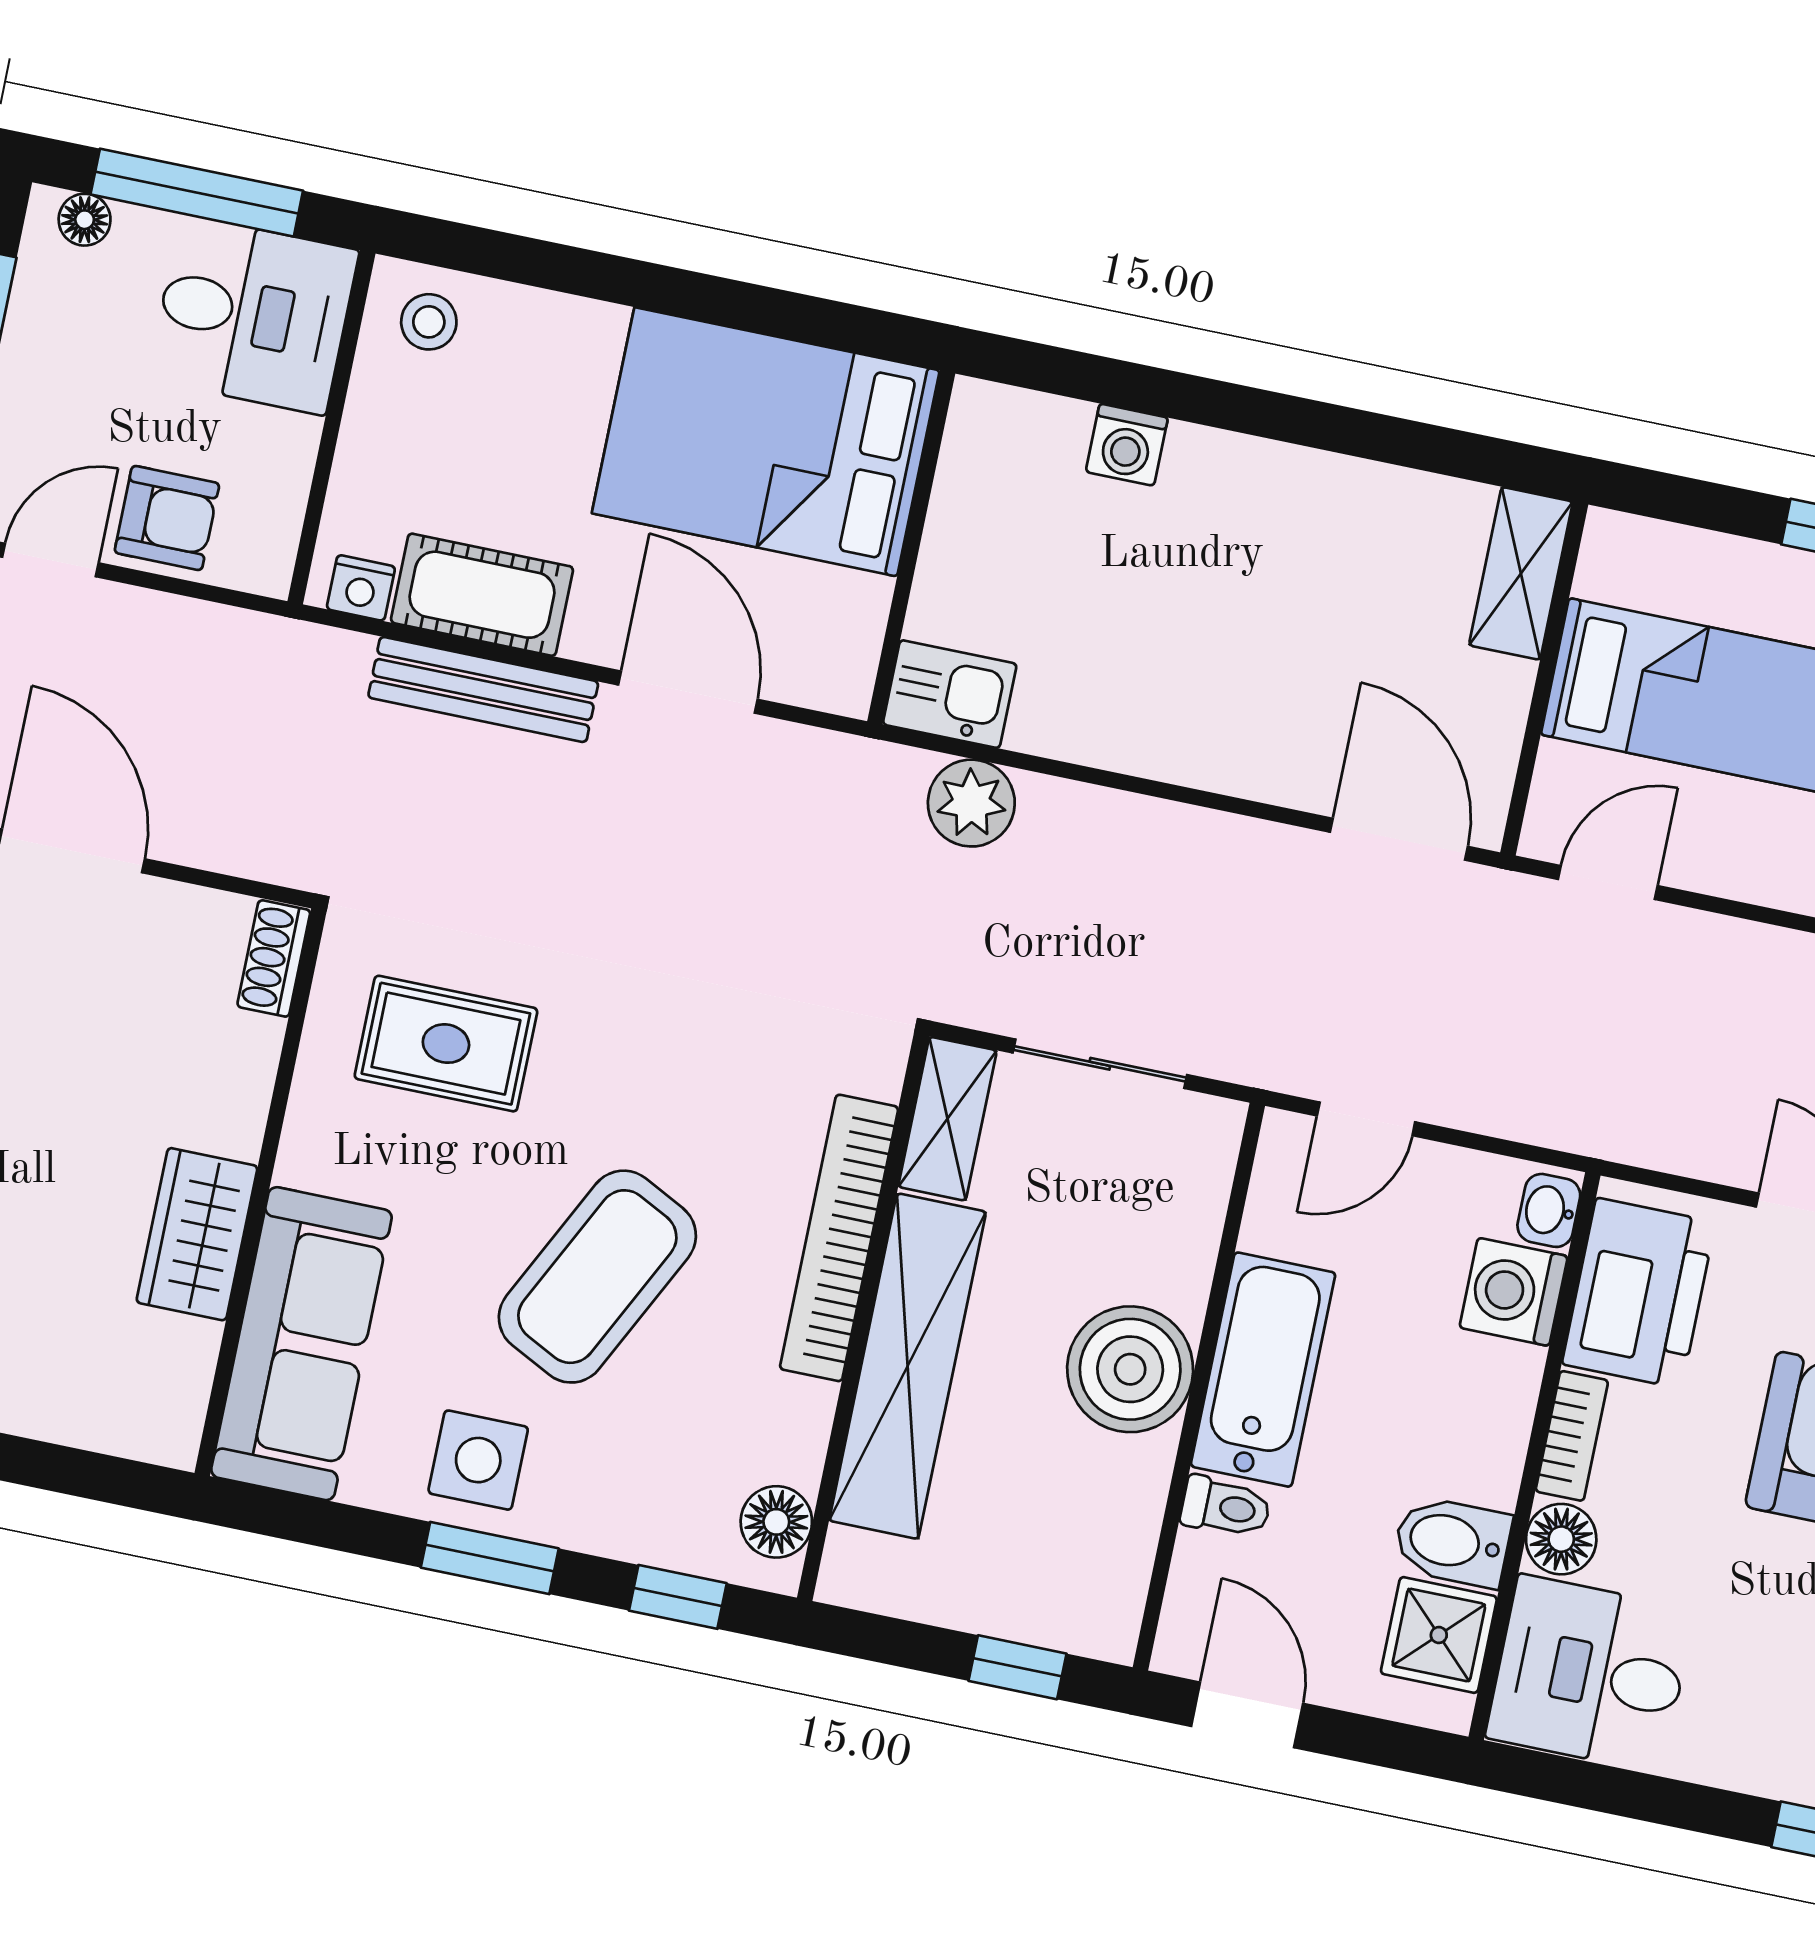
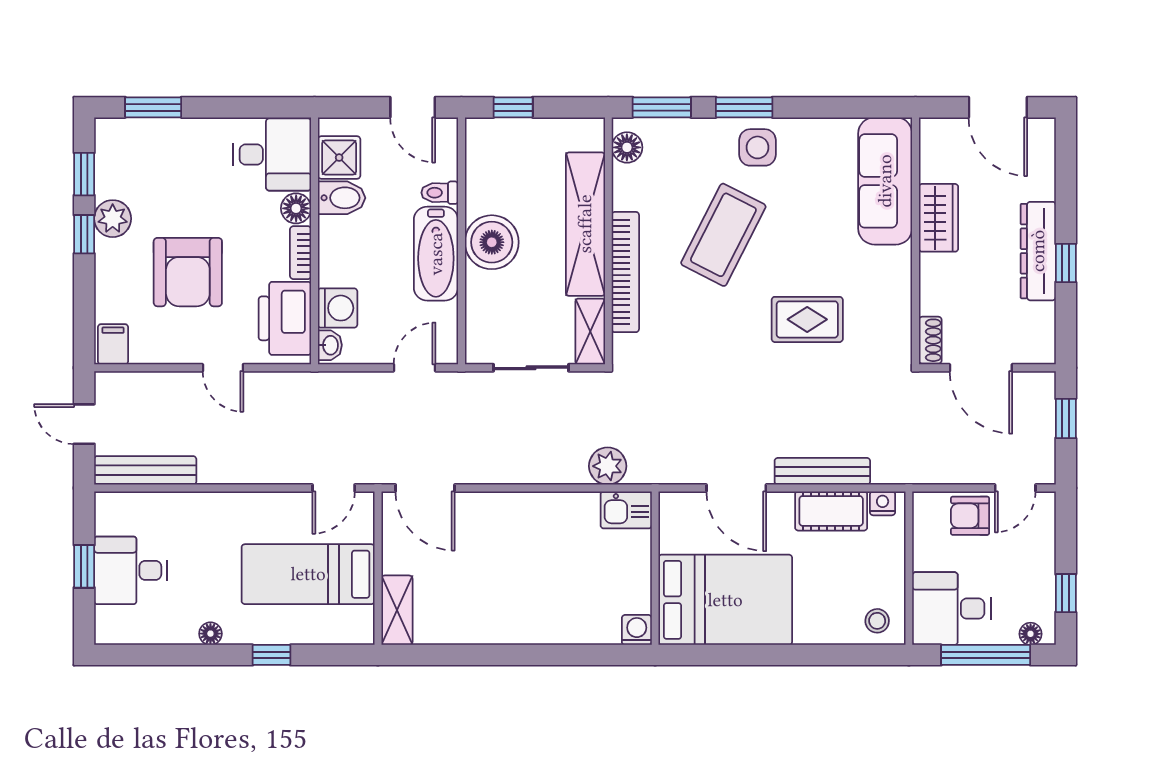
washing machine: (1127, 445) -> (637, 630), moved
shoe rack: (274, 958) -> (930, 340), moved
wall: (260, 1192) -> (916, 241), moved
wardrobe: (197, 1234) -> (939, 218), moved
sofa: (301, 1344) -> (885, 181), moved
window: (678, 1597) -> (662, 107), width x1.50

